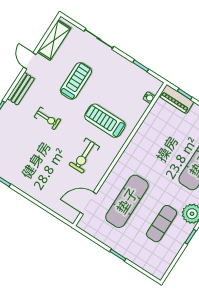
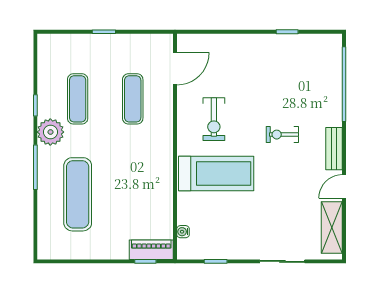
door: (30, 61) -> (344, 186), swing flipped
treadmill: (76, 81) -> (278, 197), removed
treadmill: (105, 121) -> (216, 174), width x1.37, depth x1.38
exercise bike: (84, 156) -> (214, 119), turned 180
exercise mat: (127, 201) -> (133, 99), width x0.73, depth x0.69

